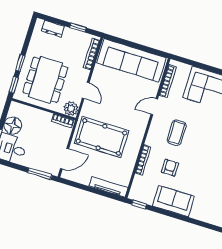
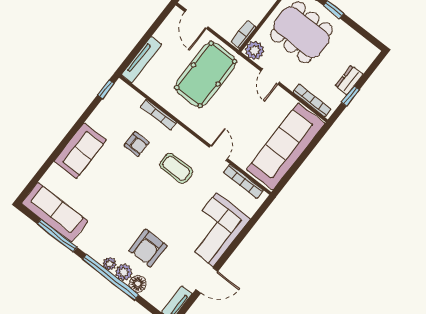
dresser: (53, 29) -> (349, 80), moved
door: (86, 90) -> (270, 77), hinge flipped
sofa: (173, 201) -> (80, 151), moved

